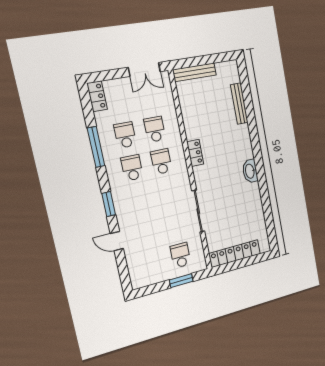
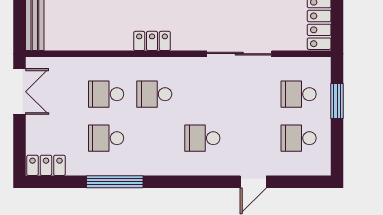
school desk: (132, 168) -> (202, 138), moved
window: (109, 204) -> (198, 182), removed
school desk: (152, 263) -> (299, 138), added

